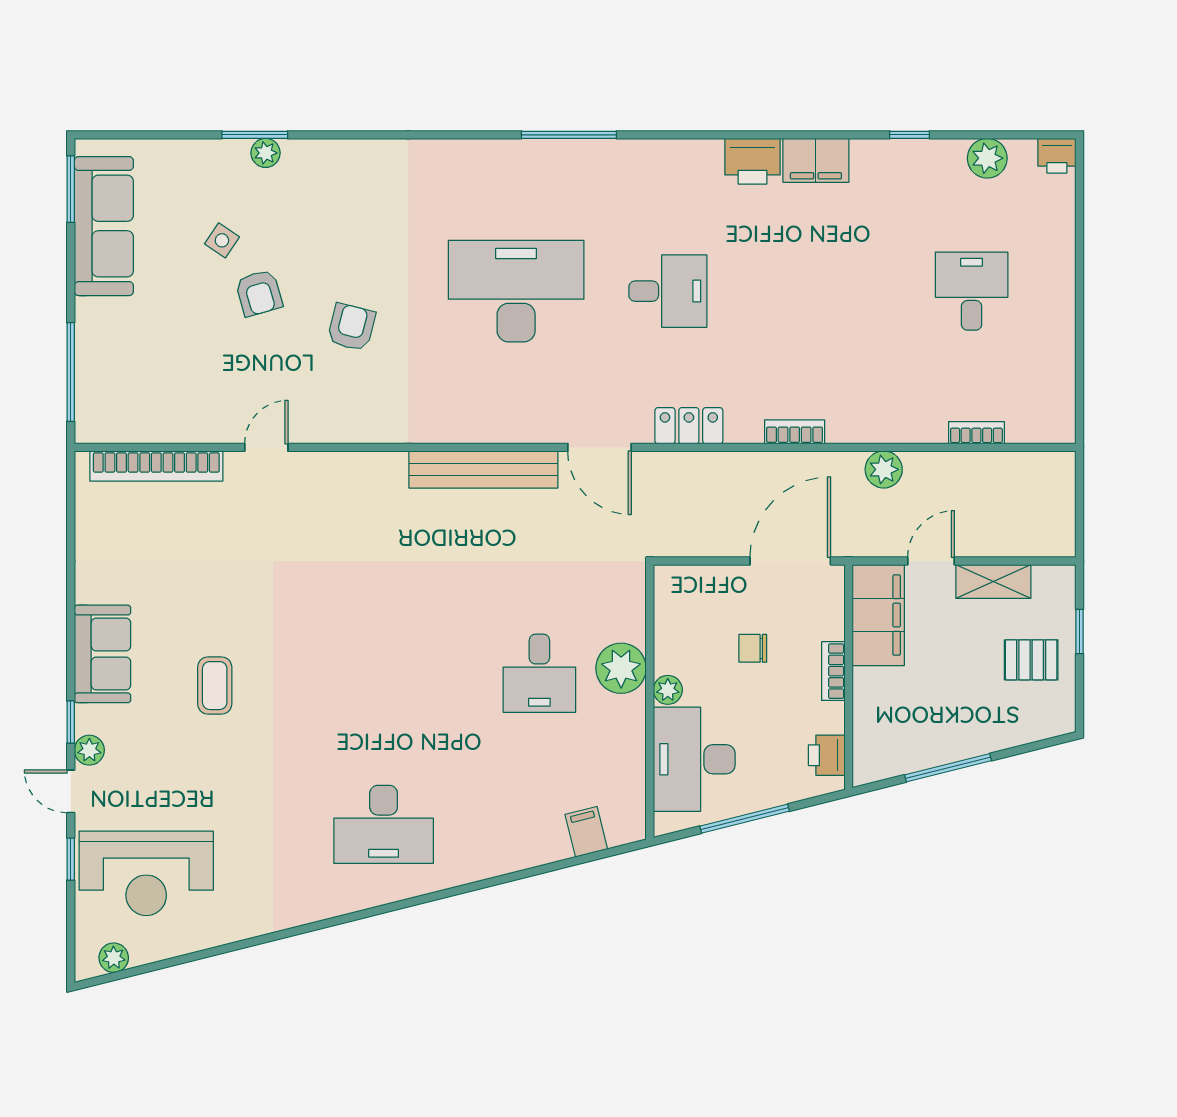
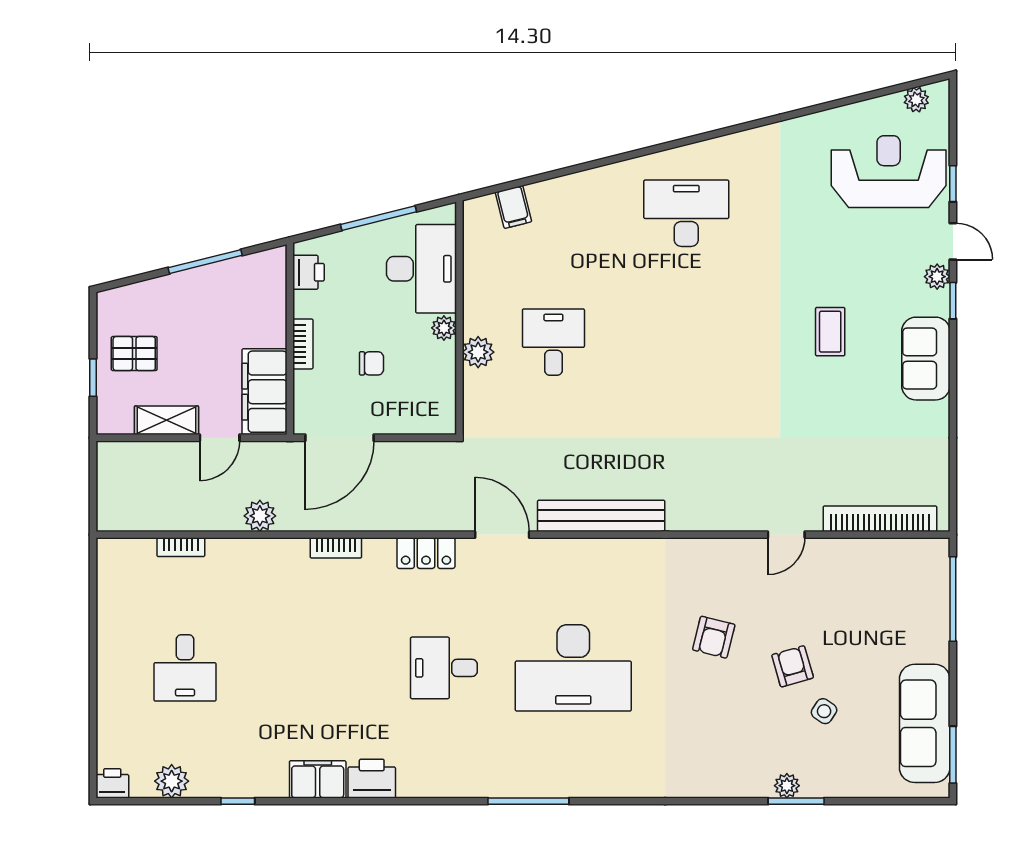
plant: (621, 668) -> (478, 352), width x0.73, depth x0.73

